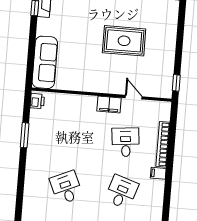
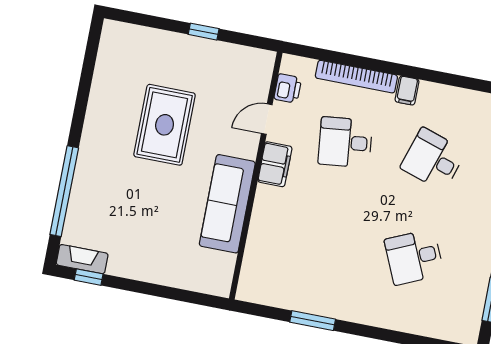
sofa: (45, 62) -> (227, 204), moved, turned -90
window: (176, 83) -> (204, 32), moved
printer: (37, 101) -> (288, 88), moved, turned 90

